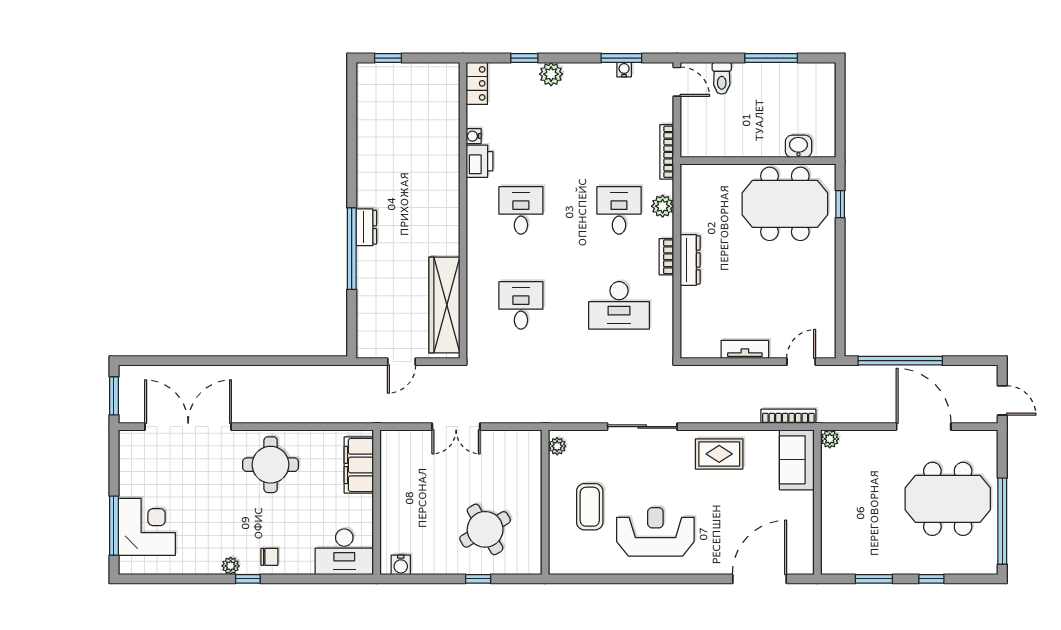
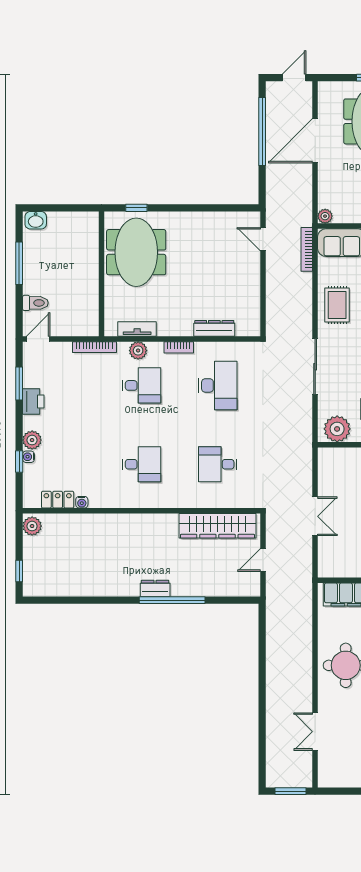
water cooler: (624, 70) -> (28, 457), moved
plant: (444, 74) -> (32, 526), added
locker: (477, 83) -> (58, 500), moved
washbasin: (798, 146) -> (36, 220), moved, turned -90
printer: (480, 161) -> (33, 402), moved, turned 90
desk: (521, 210) -> (141, 464), turned 180
desk: (619, 210) -> (141, 385), turned 180
dresser: (690, 260) -> (214, 328), moved
tv unit: (745, 349) -> (137, 329), moved, turned 90
window: (900, 361) -> (262, 131), moved
door: (402, 362) -> (263, 560), swing flipped
double door: (188, 427) -> (315, 732), width x0.54
plant: (557, 446) -> (337, 429), width x1.88, depth x1.88

